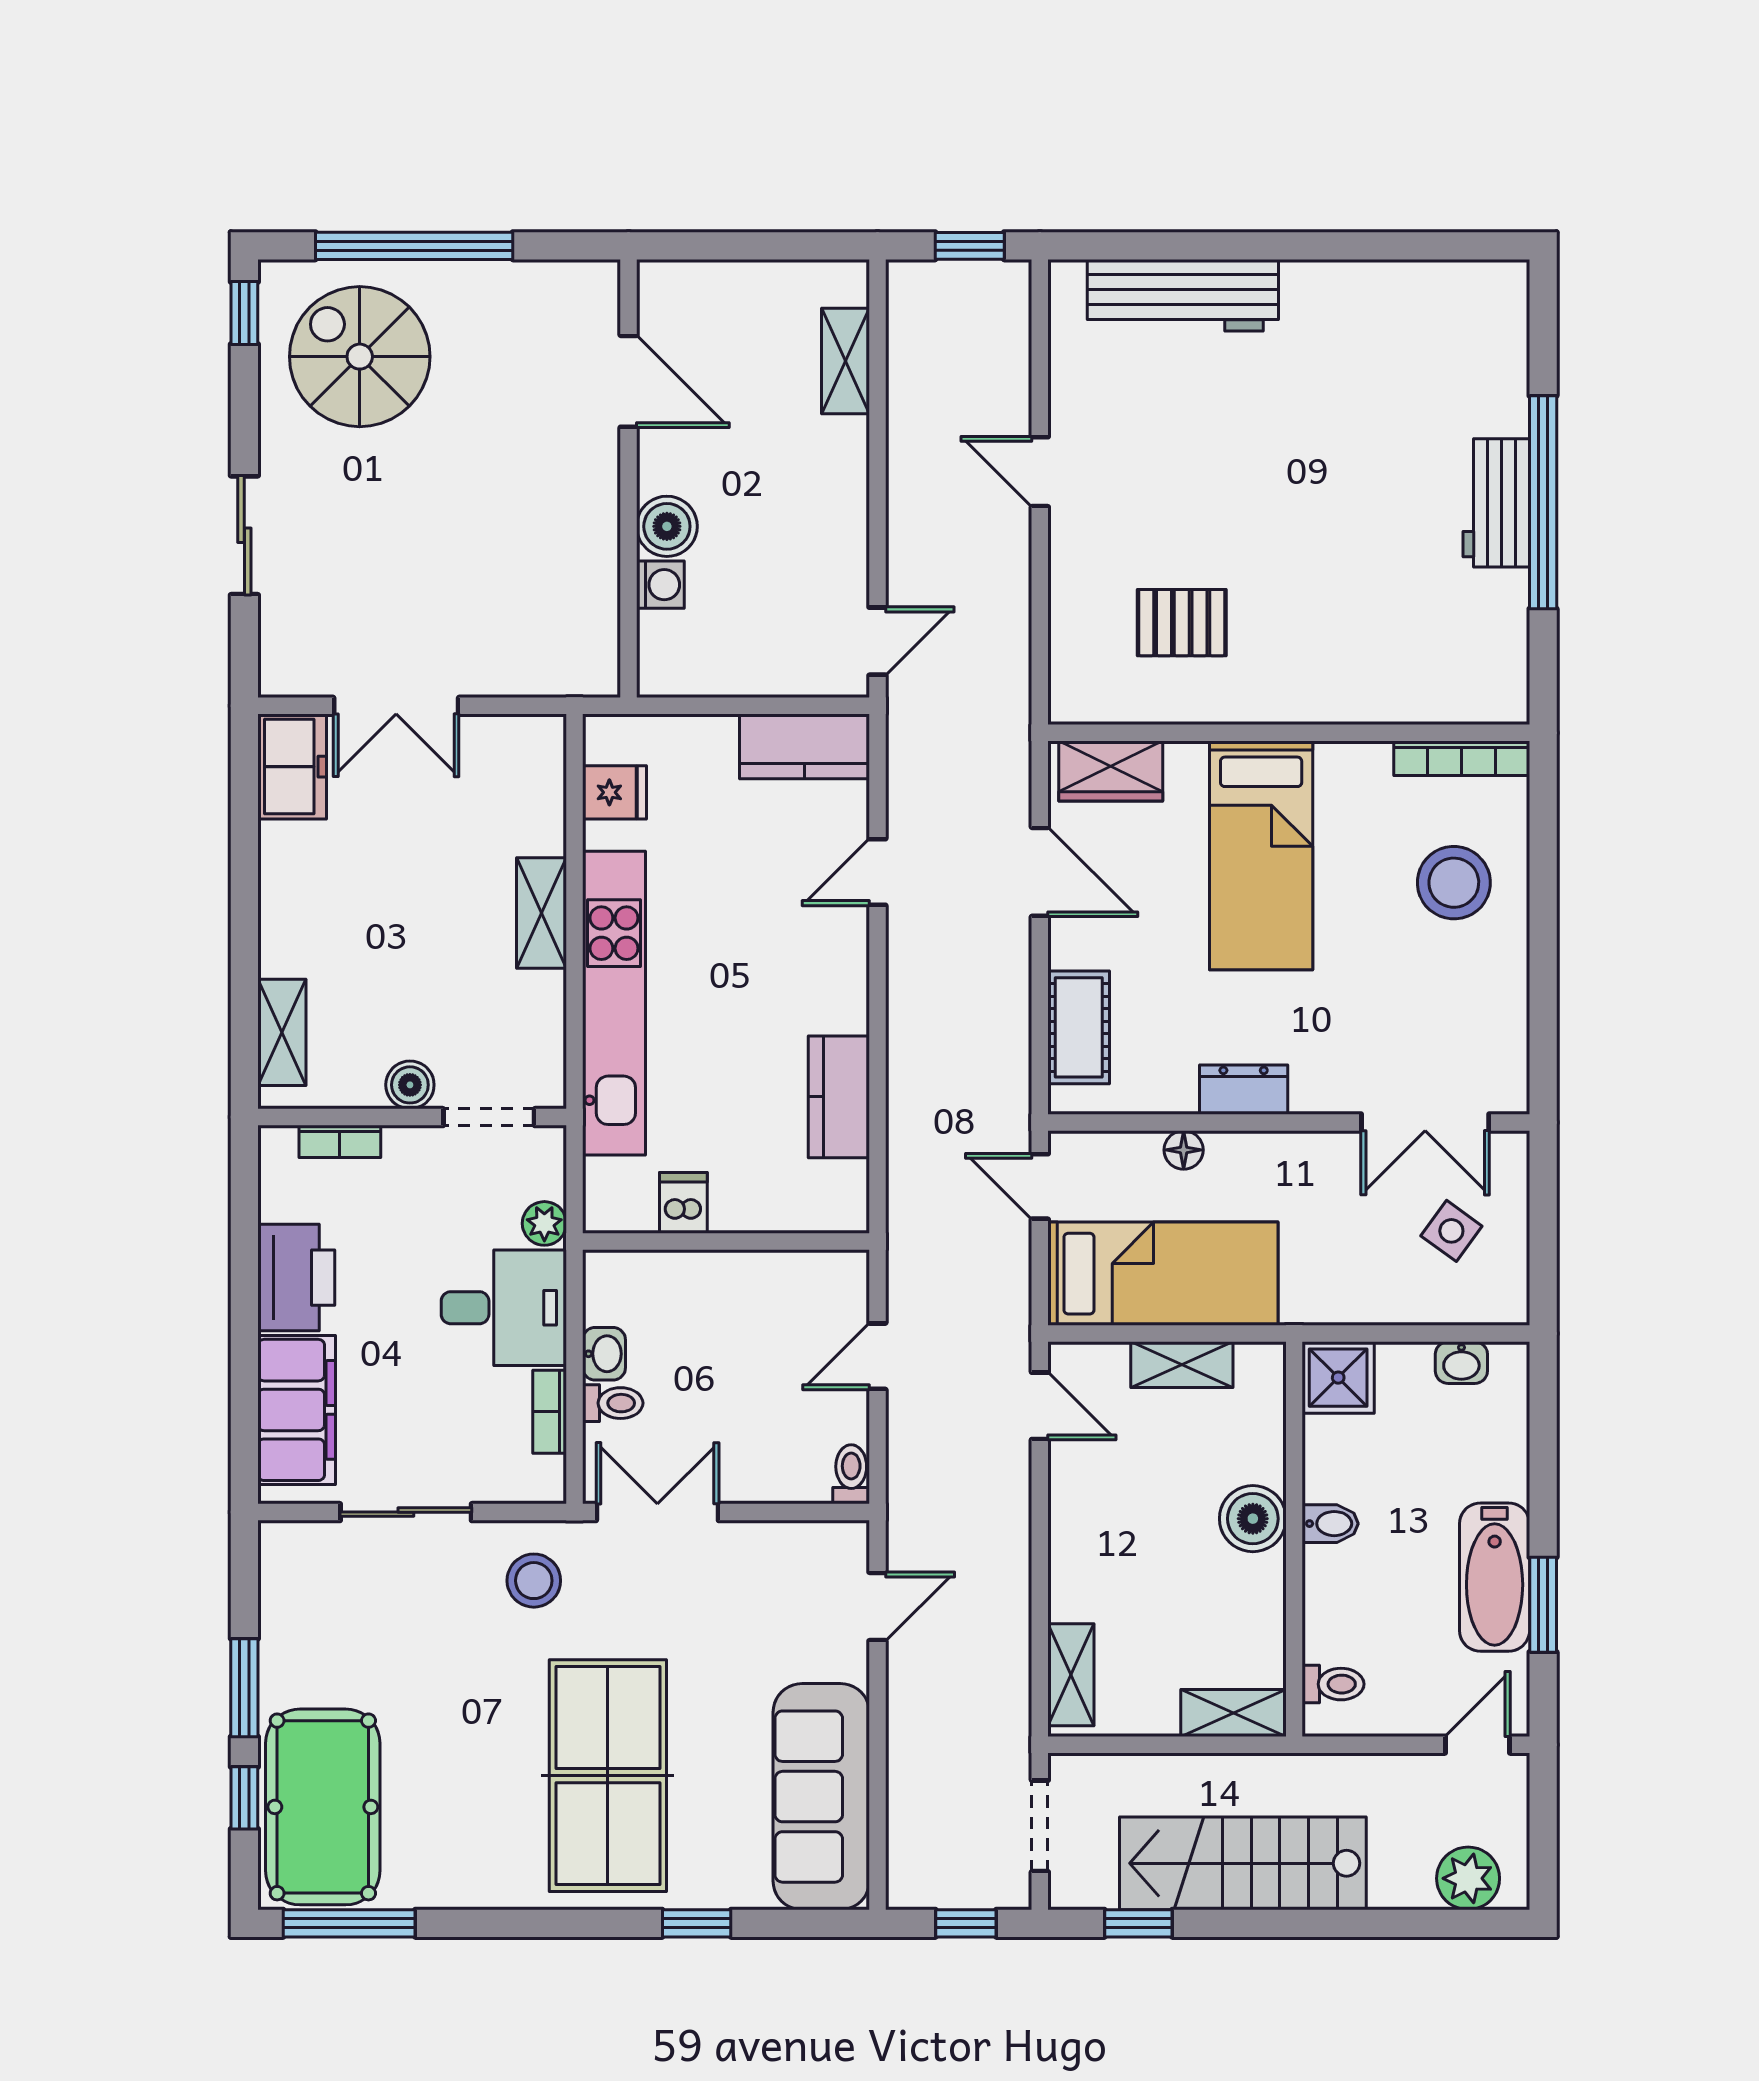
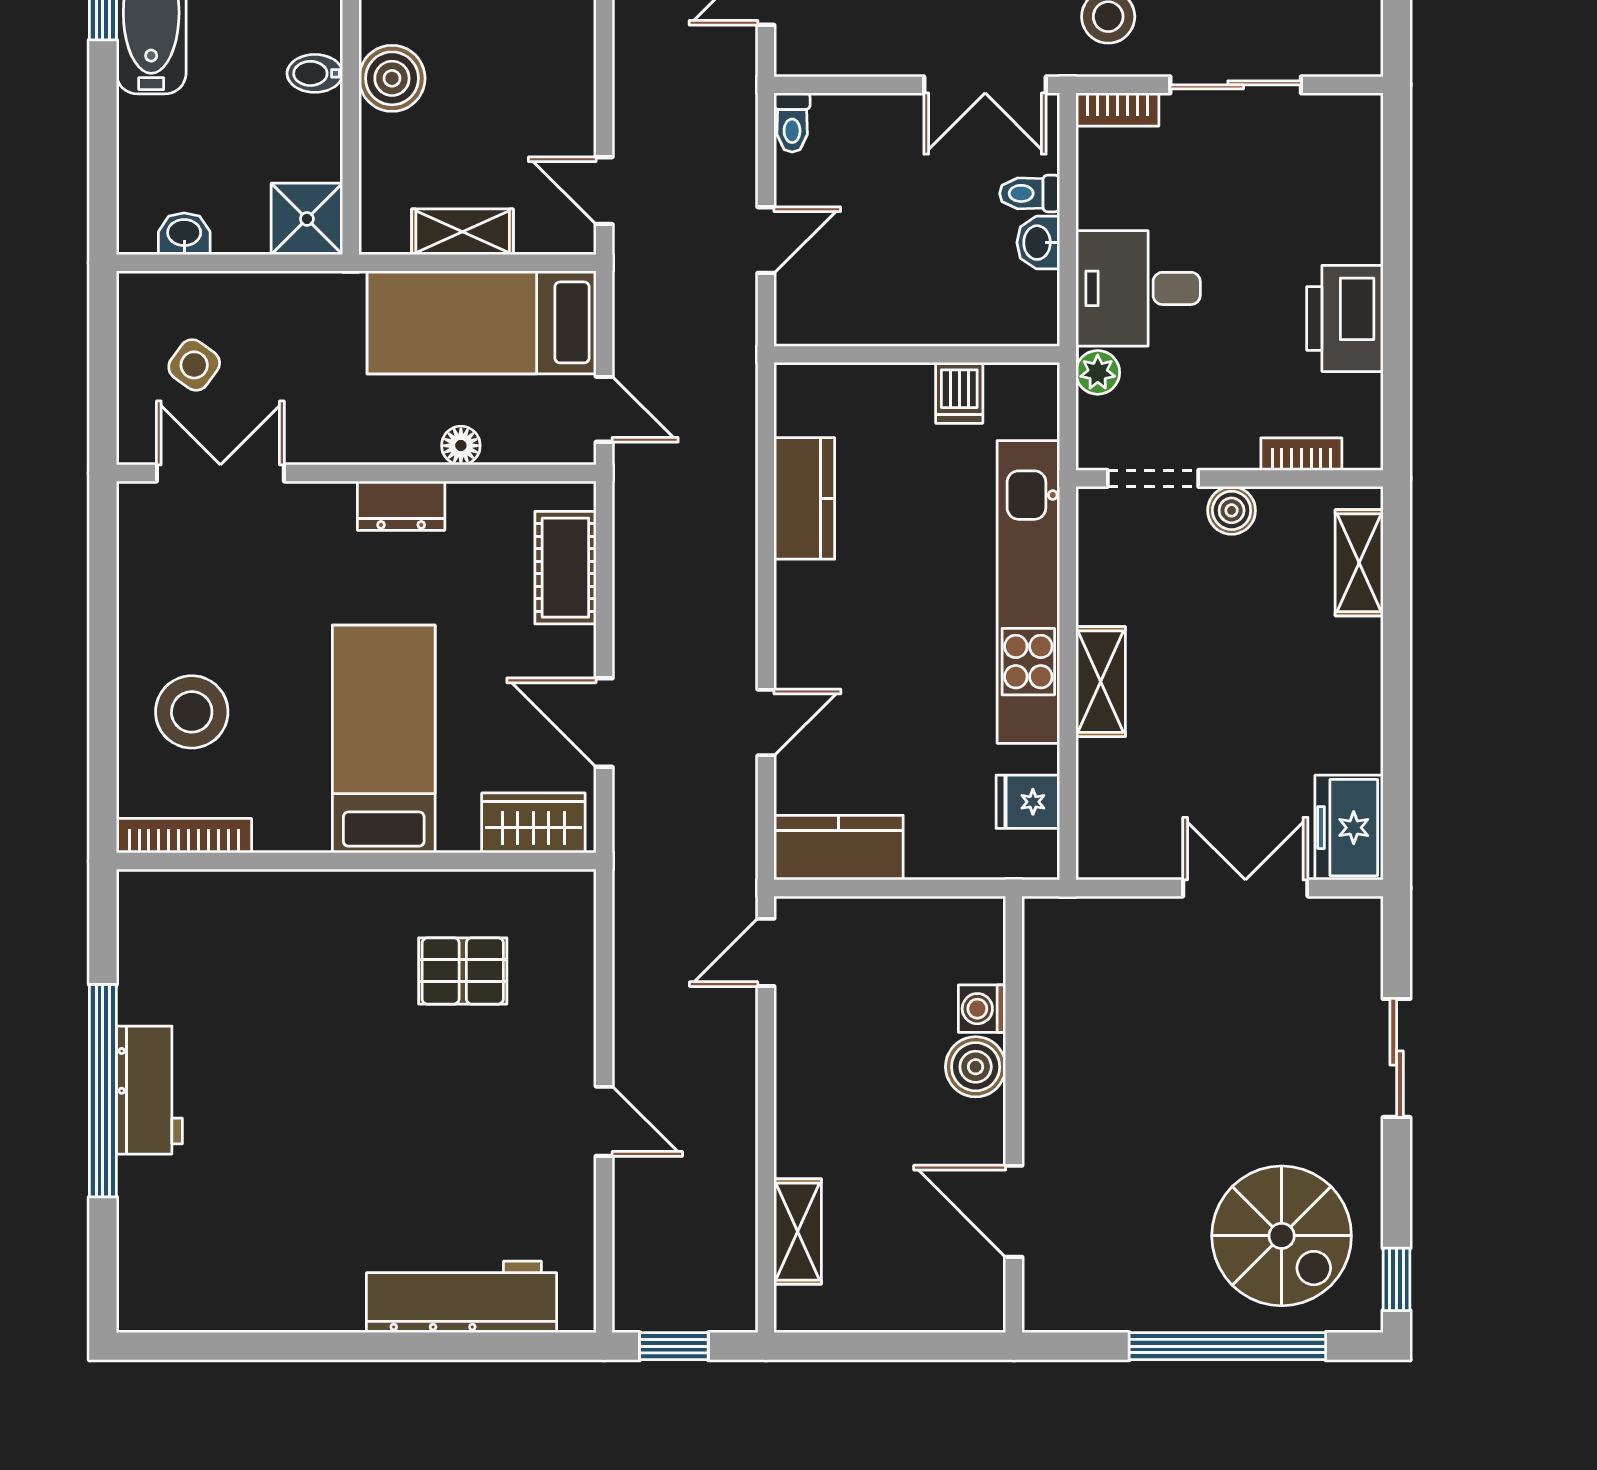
filing cabinet: (297, 1410) -> (1344, 187), removed
bookcase: (550, 1412) -> (1117, 110), moved, turned 90

